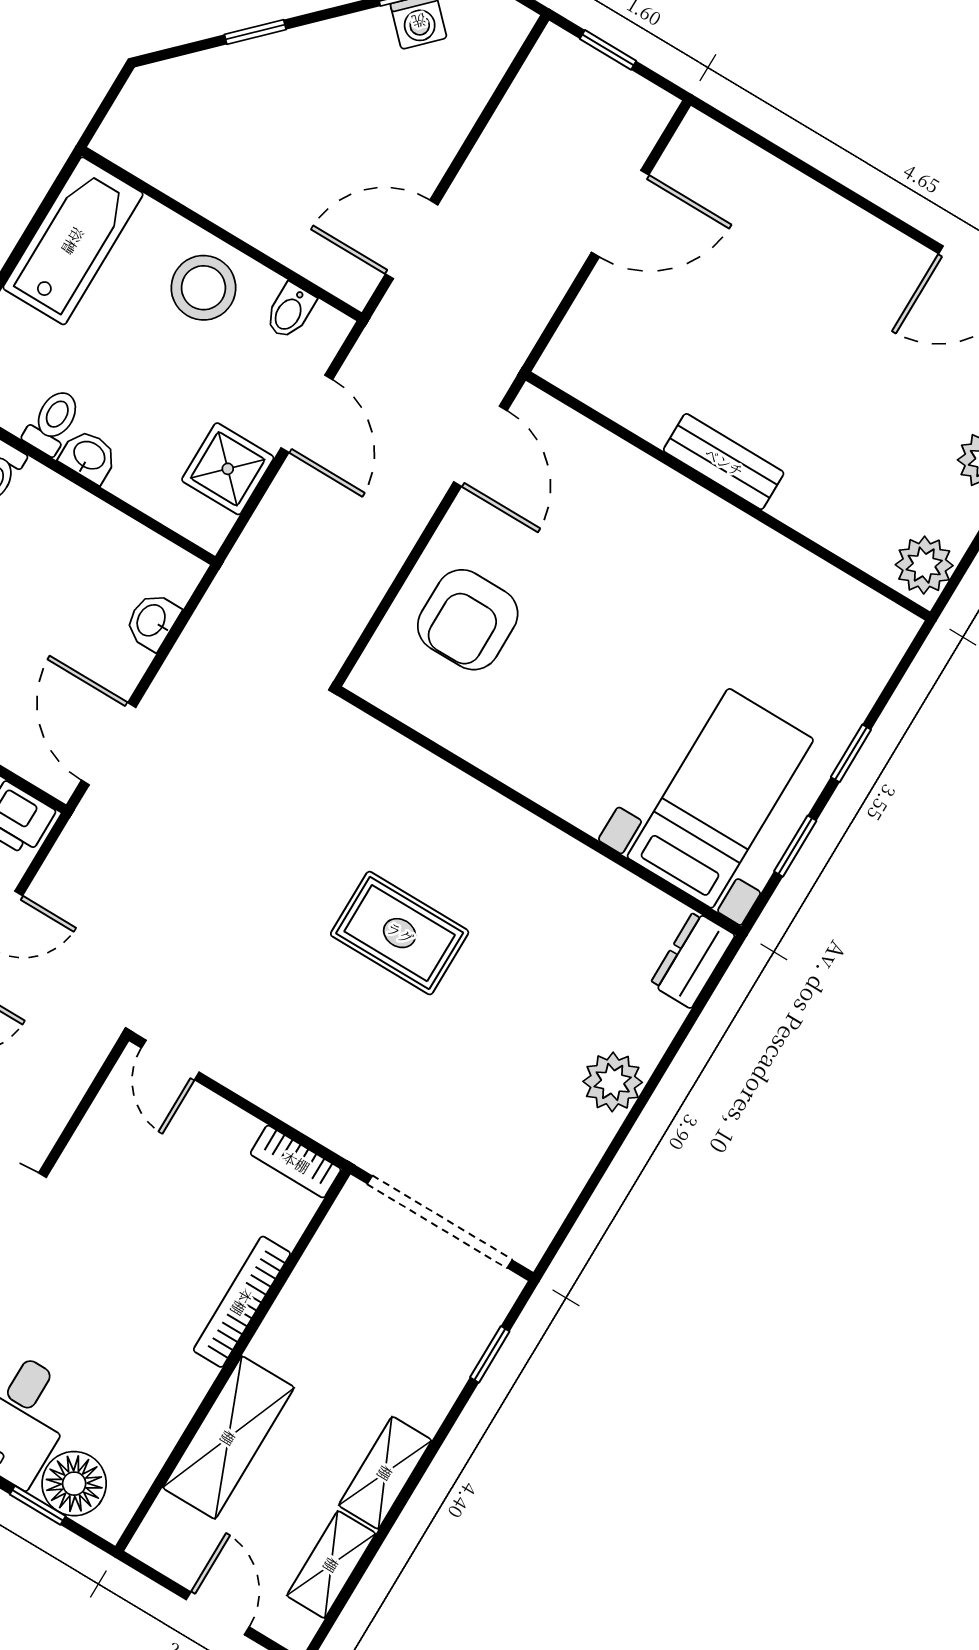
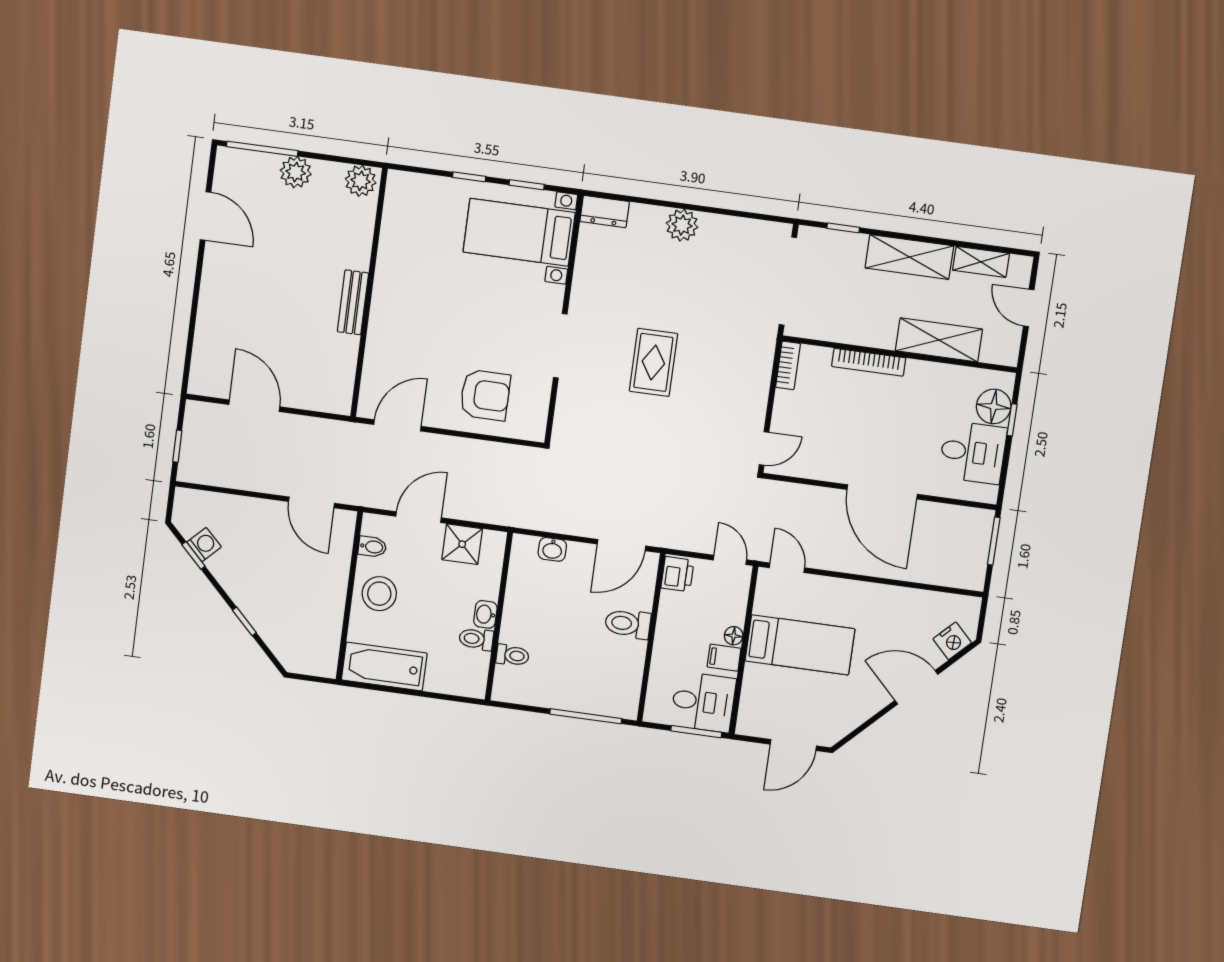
doorway: (497, 785) -> (560, 346), added
shelving: (385, 1473) -> (909, 257), width x1.50, depth x1.33
door: (218, 1613) -> (1029, 308), hinge flipped

